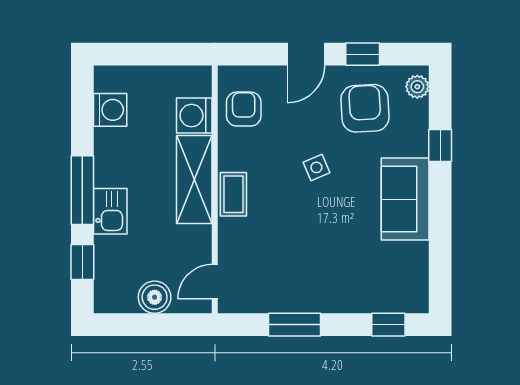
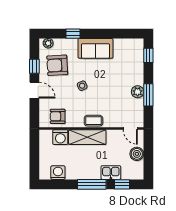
kitchen sink: (110, 211) -> (111, 173), moved
plant: (302, 299) -> (138, 92), added

